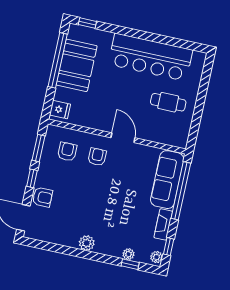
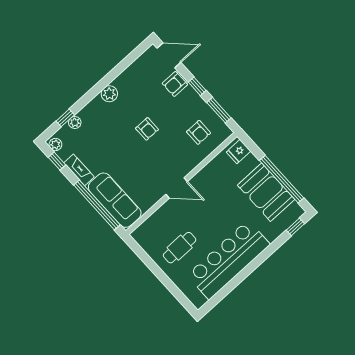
armchair: (97, 157) -> (147, 129), moved

